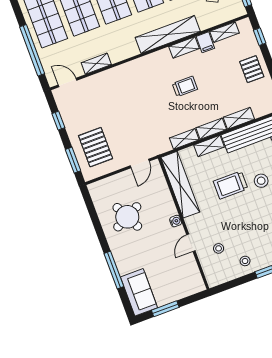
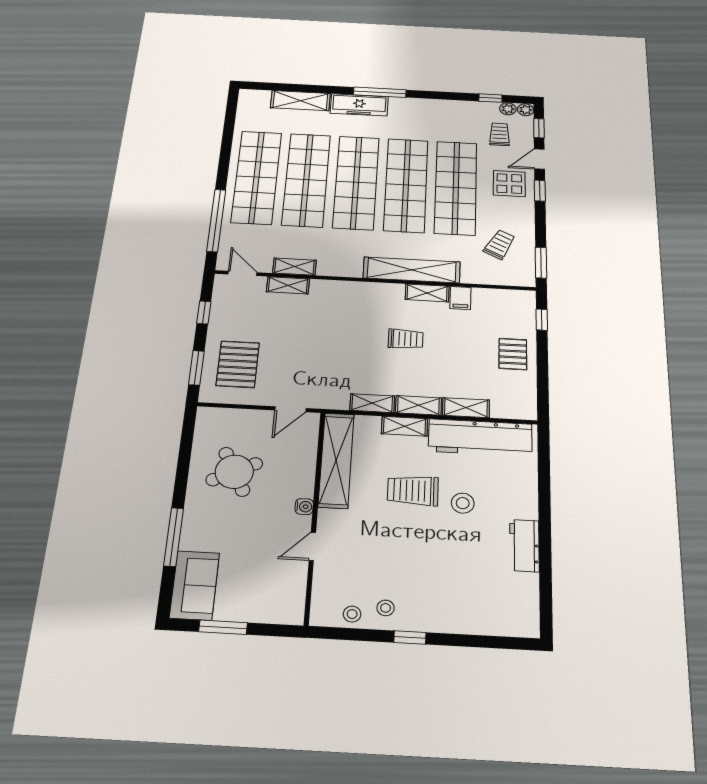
shelving: (224, 32) -> (288, 285), moved
stool: (219, 248) -> (352, 614), moved

